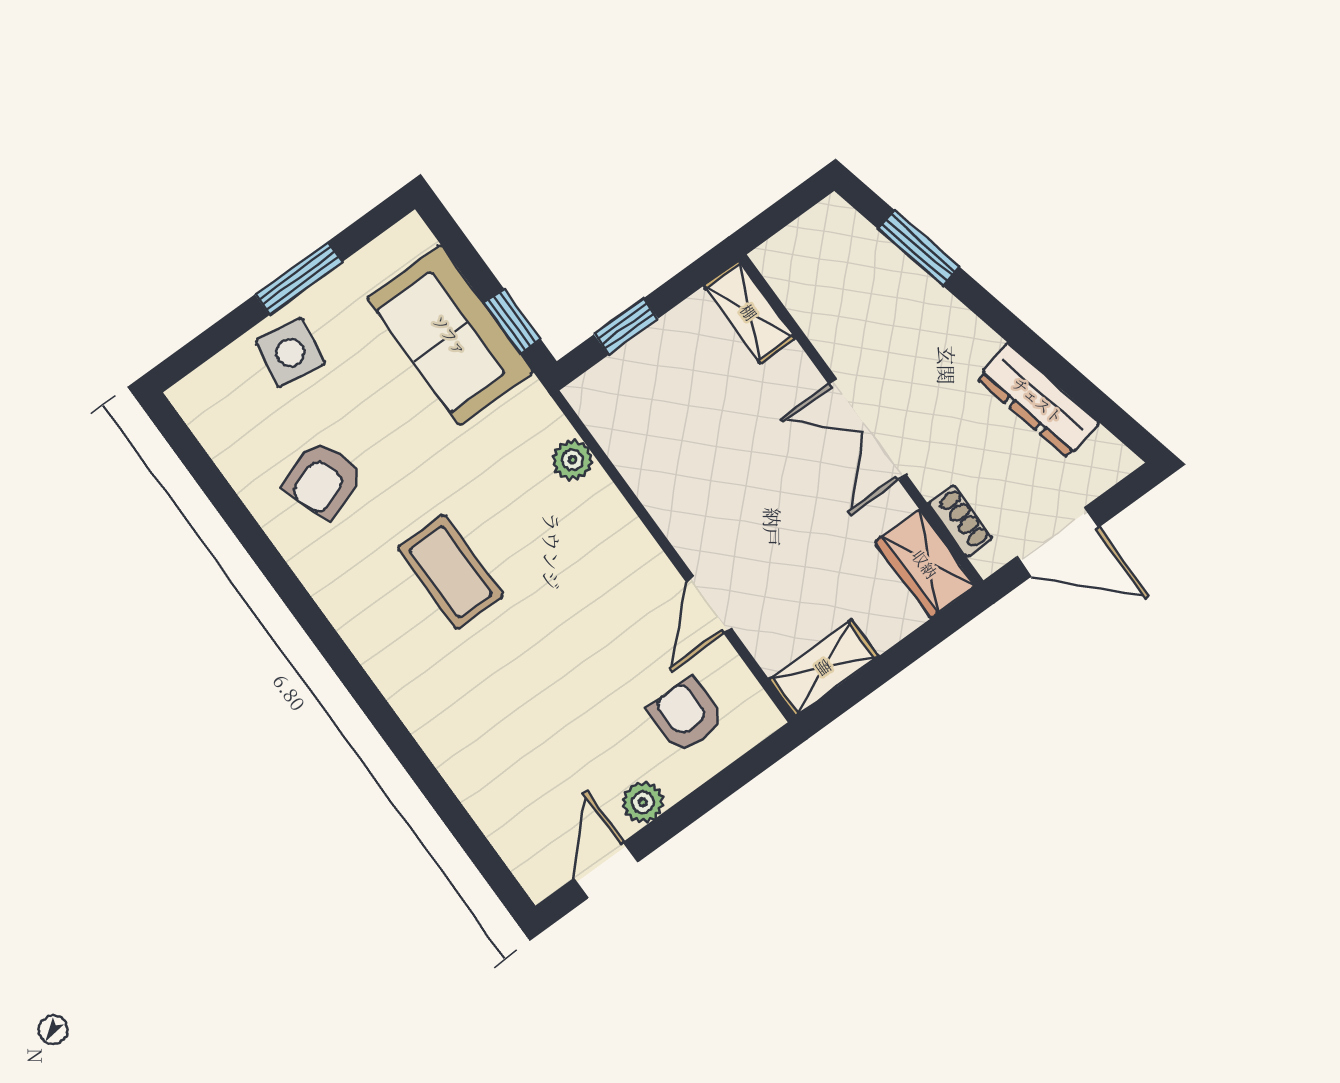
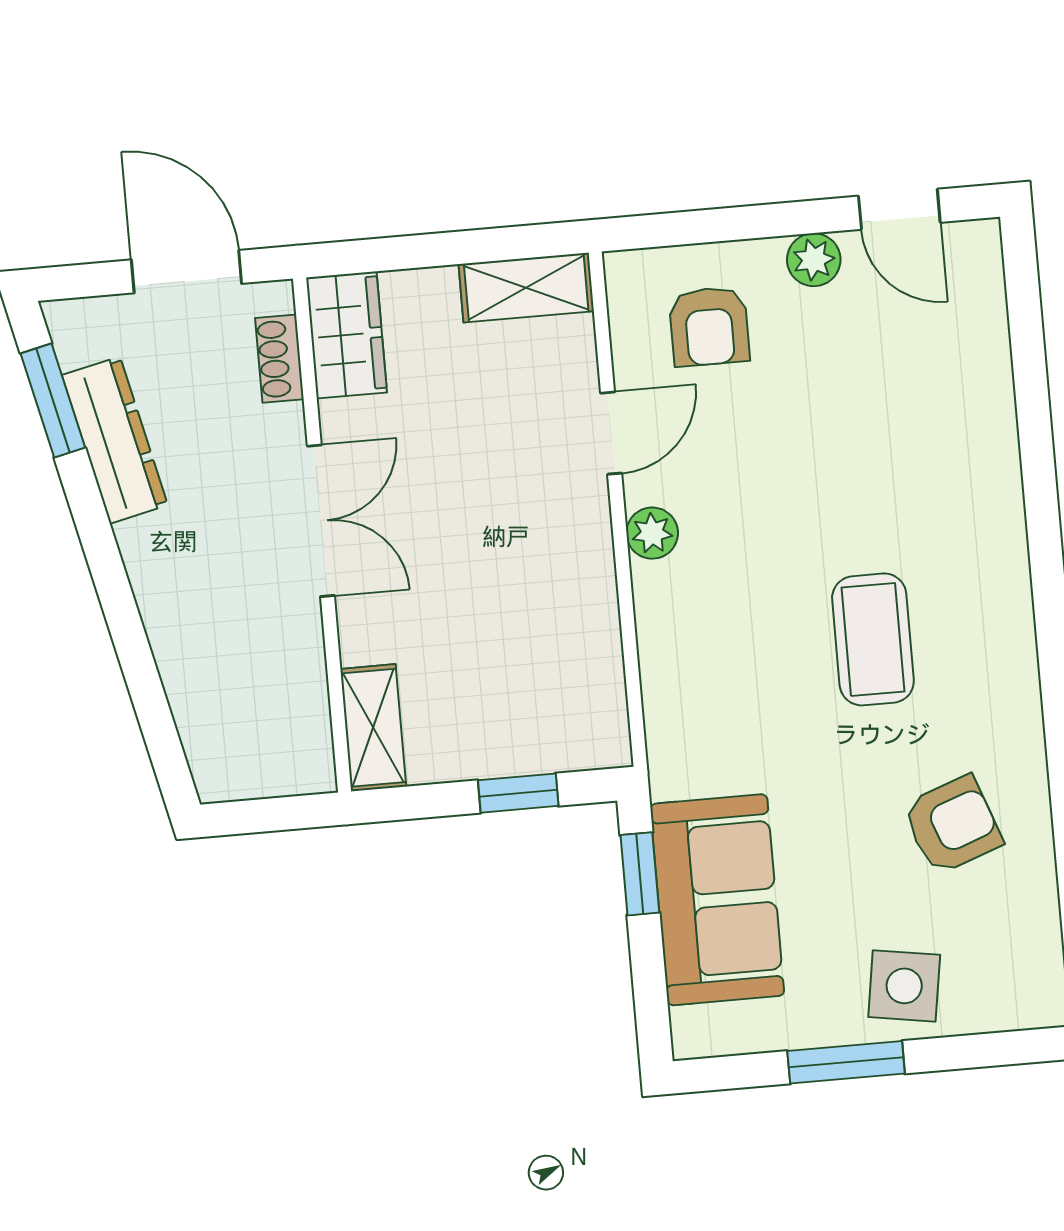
window: (919, 248) -> (53, 401), moved
plant: (572, 460) -> (652, 533), moved
door: (606, 870) -> (899, 209), hinge flipped

